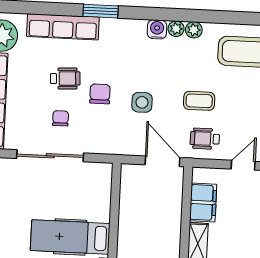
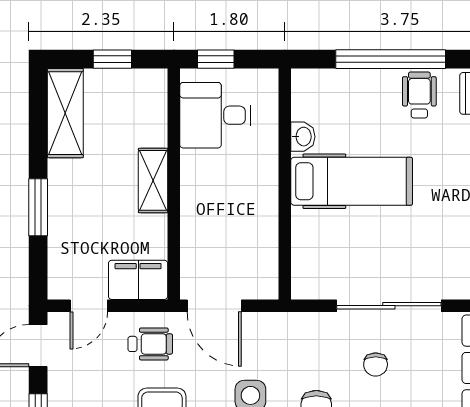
filing cabinet: (203, 202) -> (138, 280), moved, turned 90

